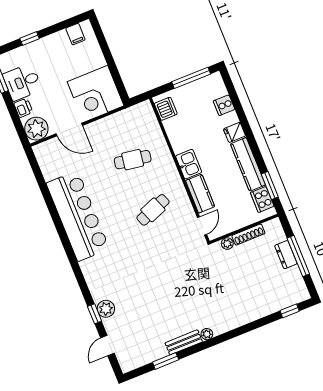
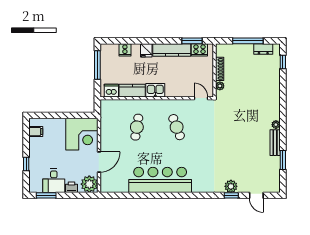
kitchen counter: (200, 194) -> (132, 91), moved
dresser: (286, 255) -> (263, 49), moved

